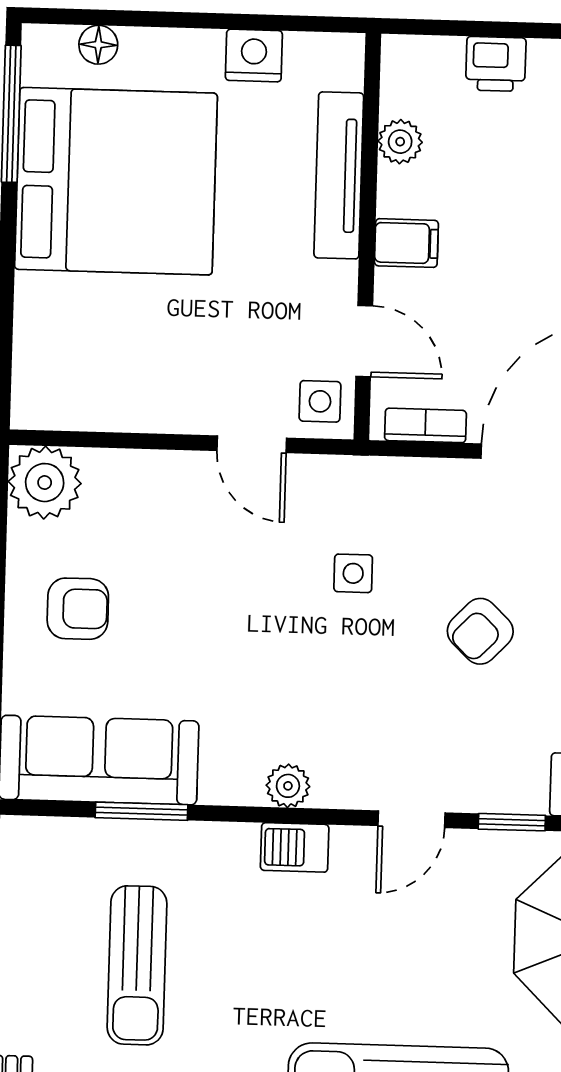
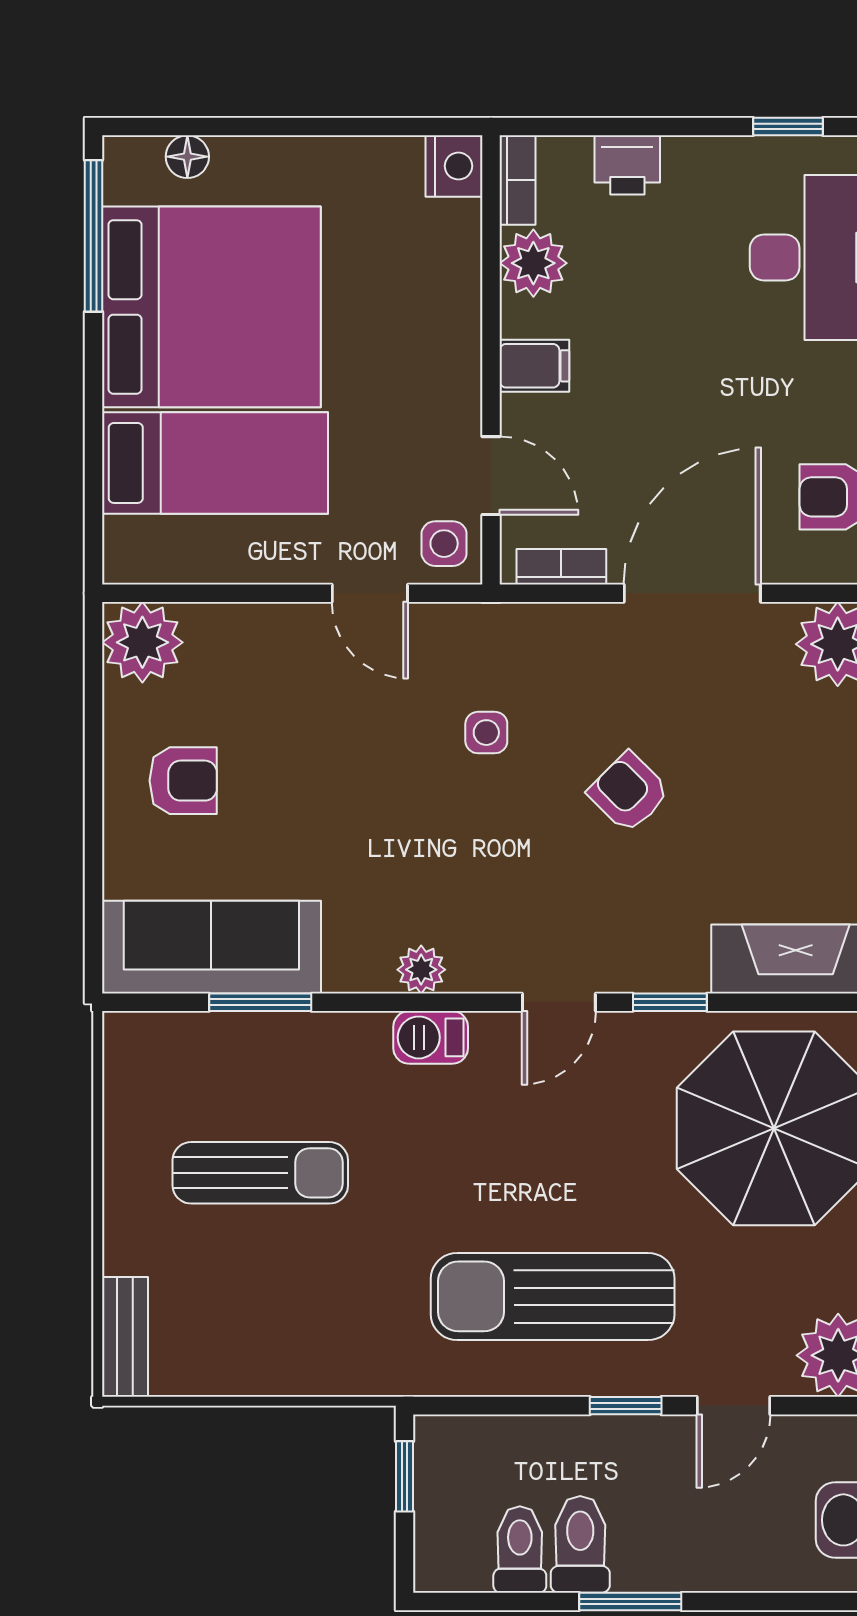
nightstand: (254, 56) -> (454, 166), moved, turned 90
bookcase: (396, 75) -> (517, 180), added
plant: (400, 142) -> (533, 263), width x1.38, depth x1.38
tv unit: (339, 175) -> (457, 293), removed
bed: (115, 322) -> (215, 463), added
armchair: (480, 631) -> (629, 792), turned 91
sun lounger: (137, 965) -> (260, 1173), turned -90

